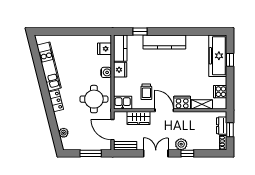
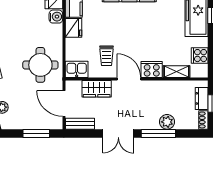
water cooler: (106, 72) -> (56, 17), moved
plant: (181, 144) -> (167, 122), moved
double door: (156, 153) -> (118, 133), swing flipped
window: (187, 153) -> (158, 133), width x2.17

